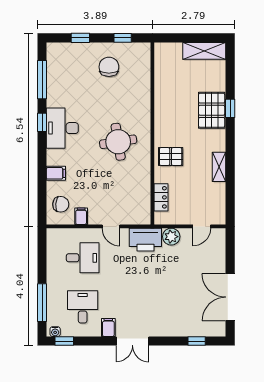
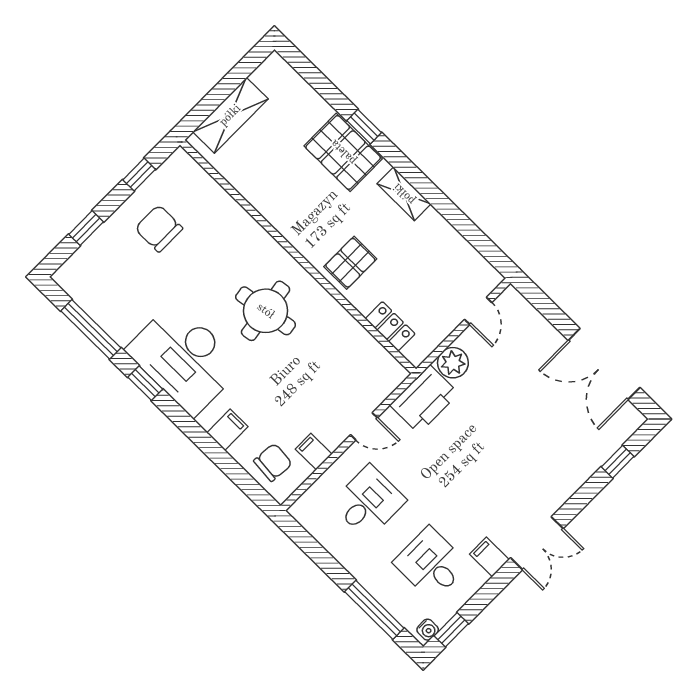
shelving: (204, 51) -> (230, 115), moved
desk: (62, 128) -> (184, 358), width x1.36, depth x1.30
shelving: (219, 167) -> (404, 194), moved

